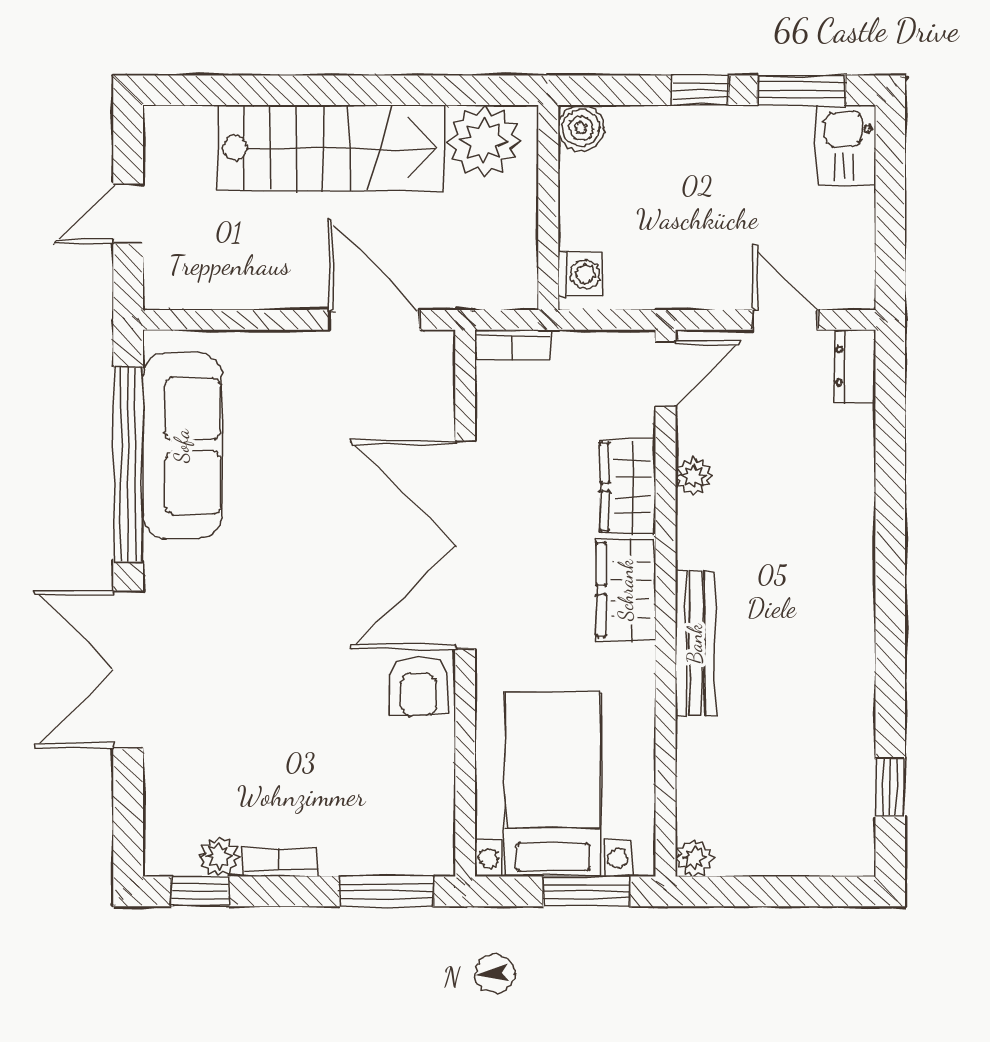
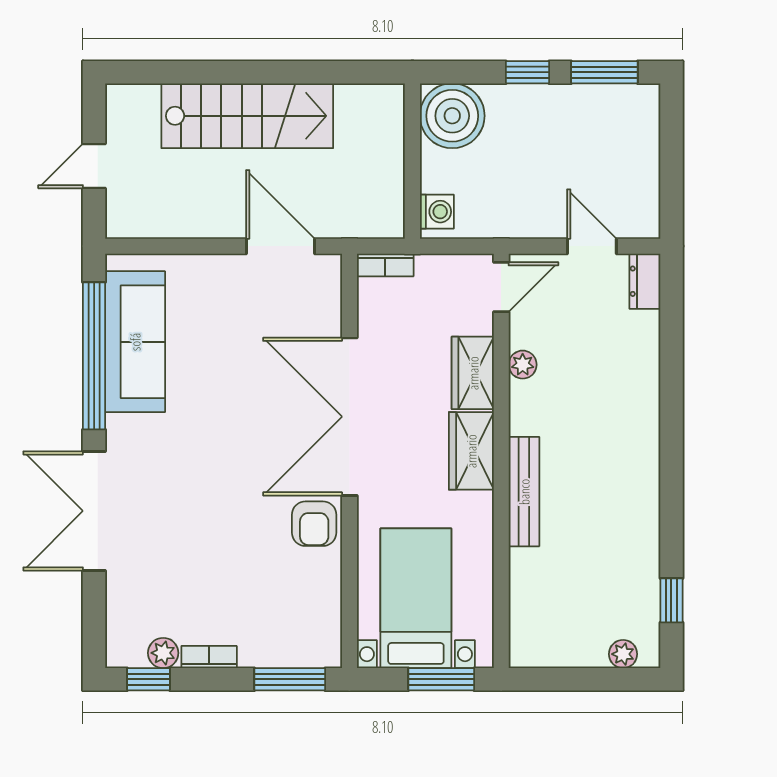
boiler: (581, 128) -> (452, 116), width x1.86, depth x1.86
plant: (484, 141) -> (364, 111), removed
kitchen sink: (846, 145) -> (638, 114), removed
plant: (694, 858) -> (623, 654), moved

